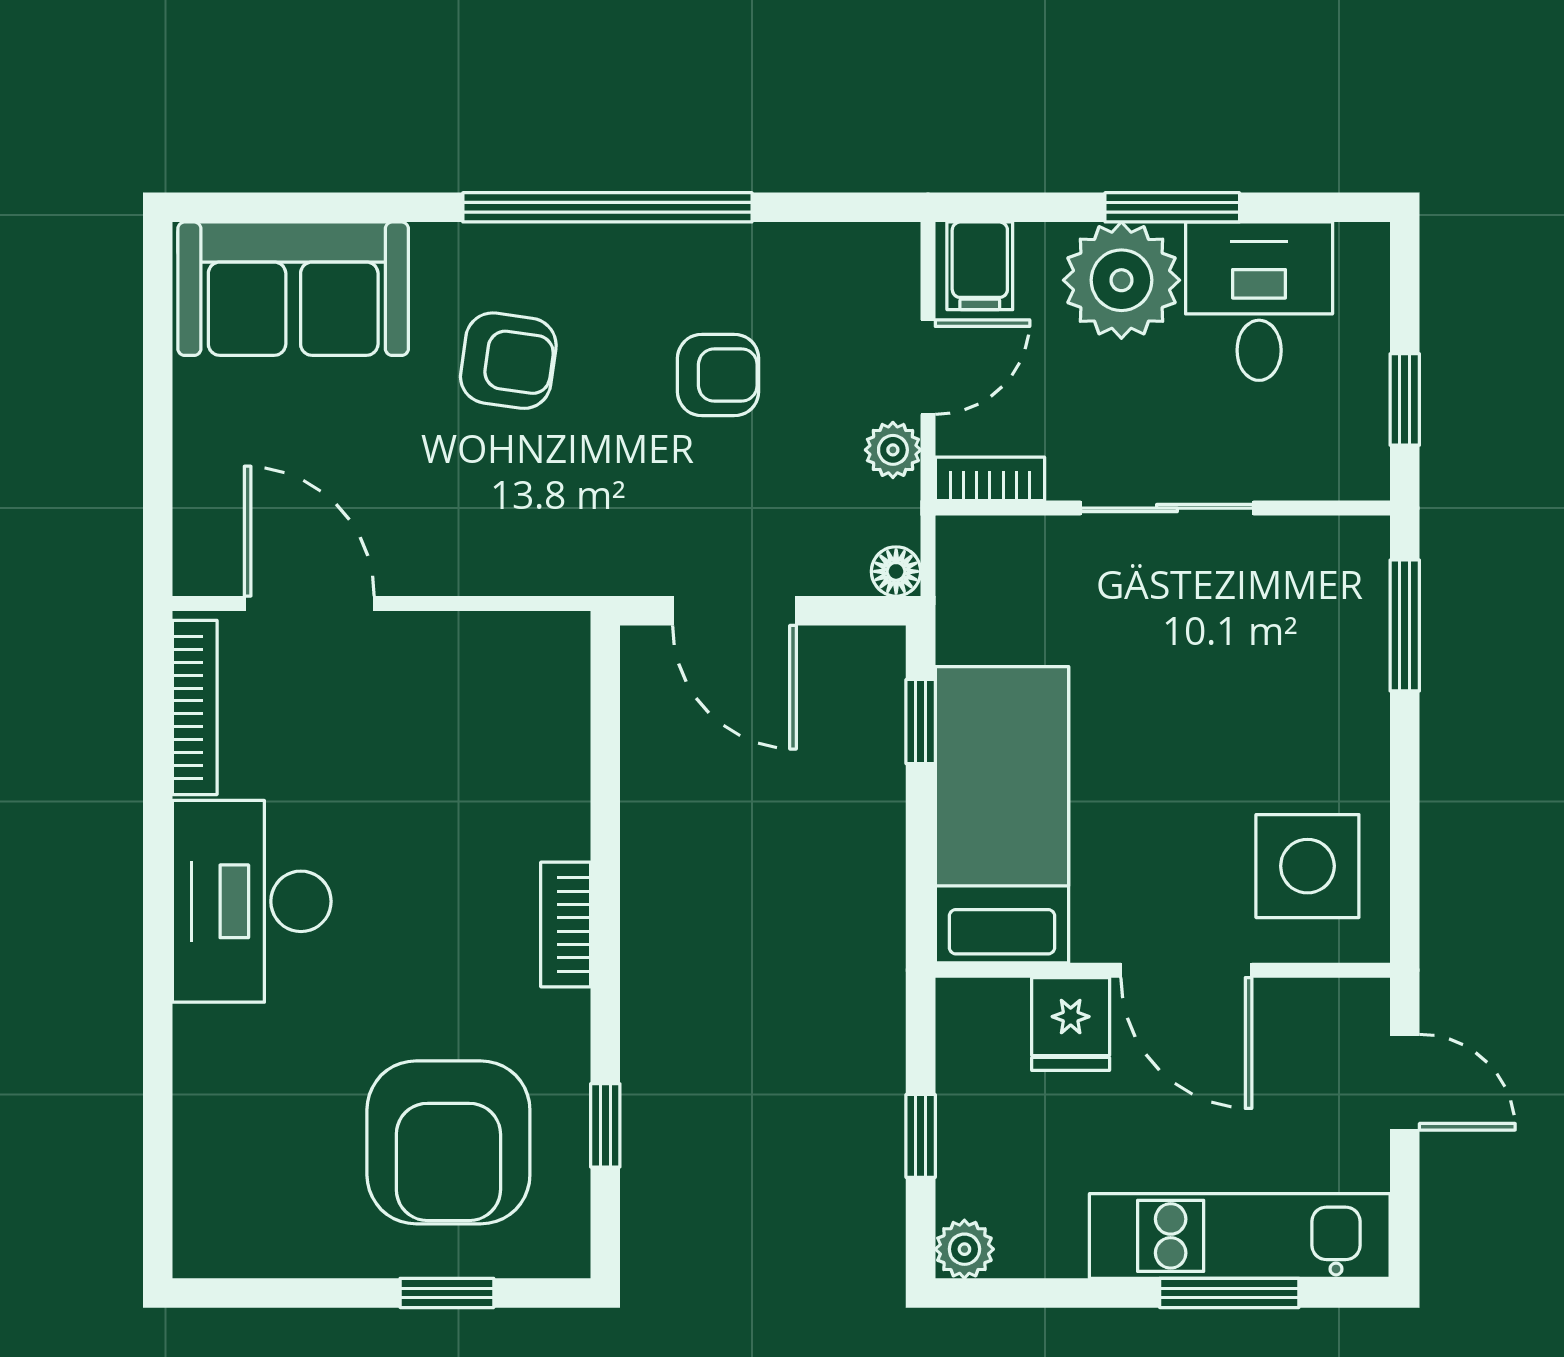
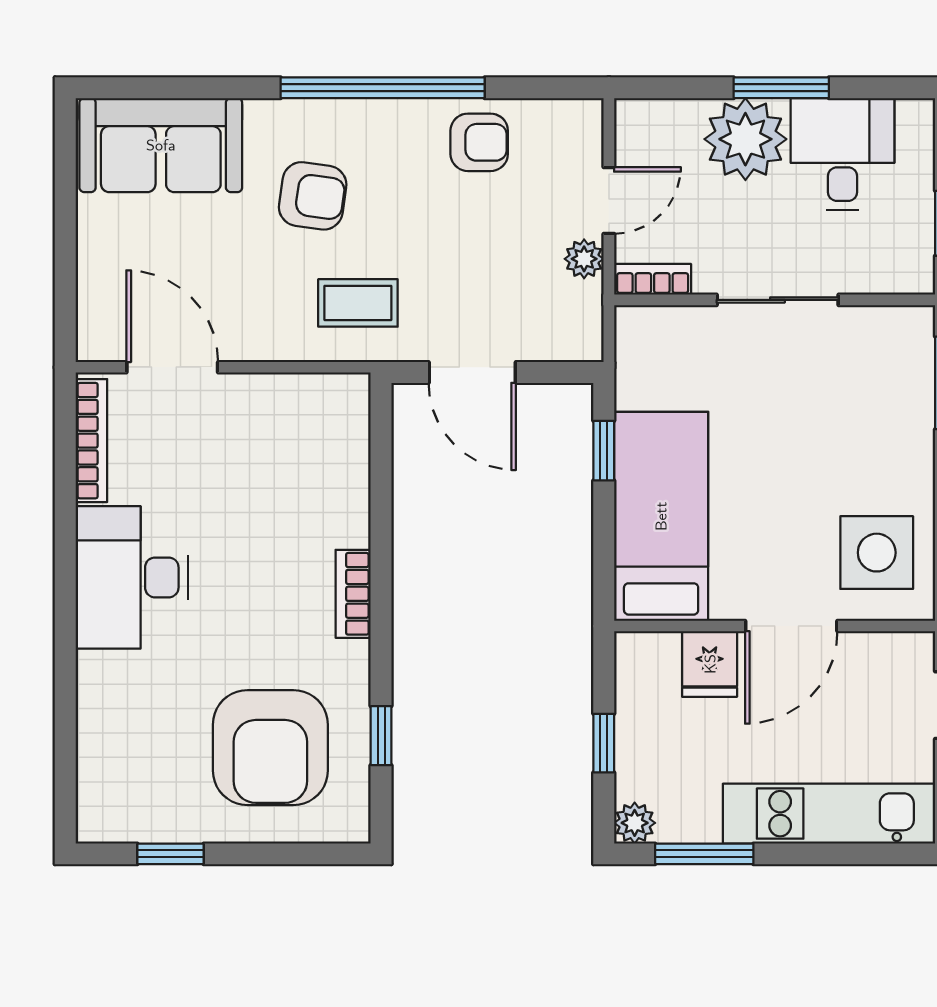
filing cabinet: (980, 266) -> (645, 129), removed
armchair: (718, 375) -> (479, 142), moved
coffee table: (572, 512) -> (358, 303), added
floor lamp: (896, 571) -> (586, 345), removed
door: (1186, 970) -> (791, 626), hinge flipped
window: (447, 1293) -> (170, 854), moved
window: (1229, 1293) -> (704, 854), moved

